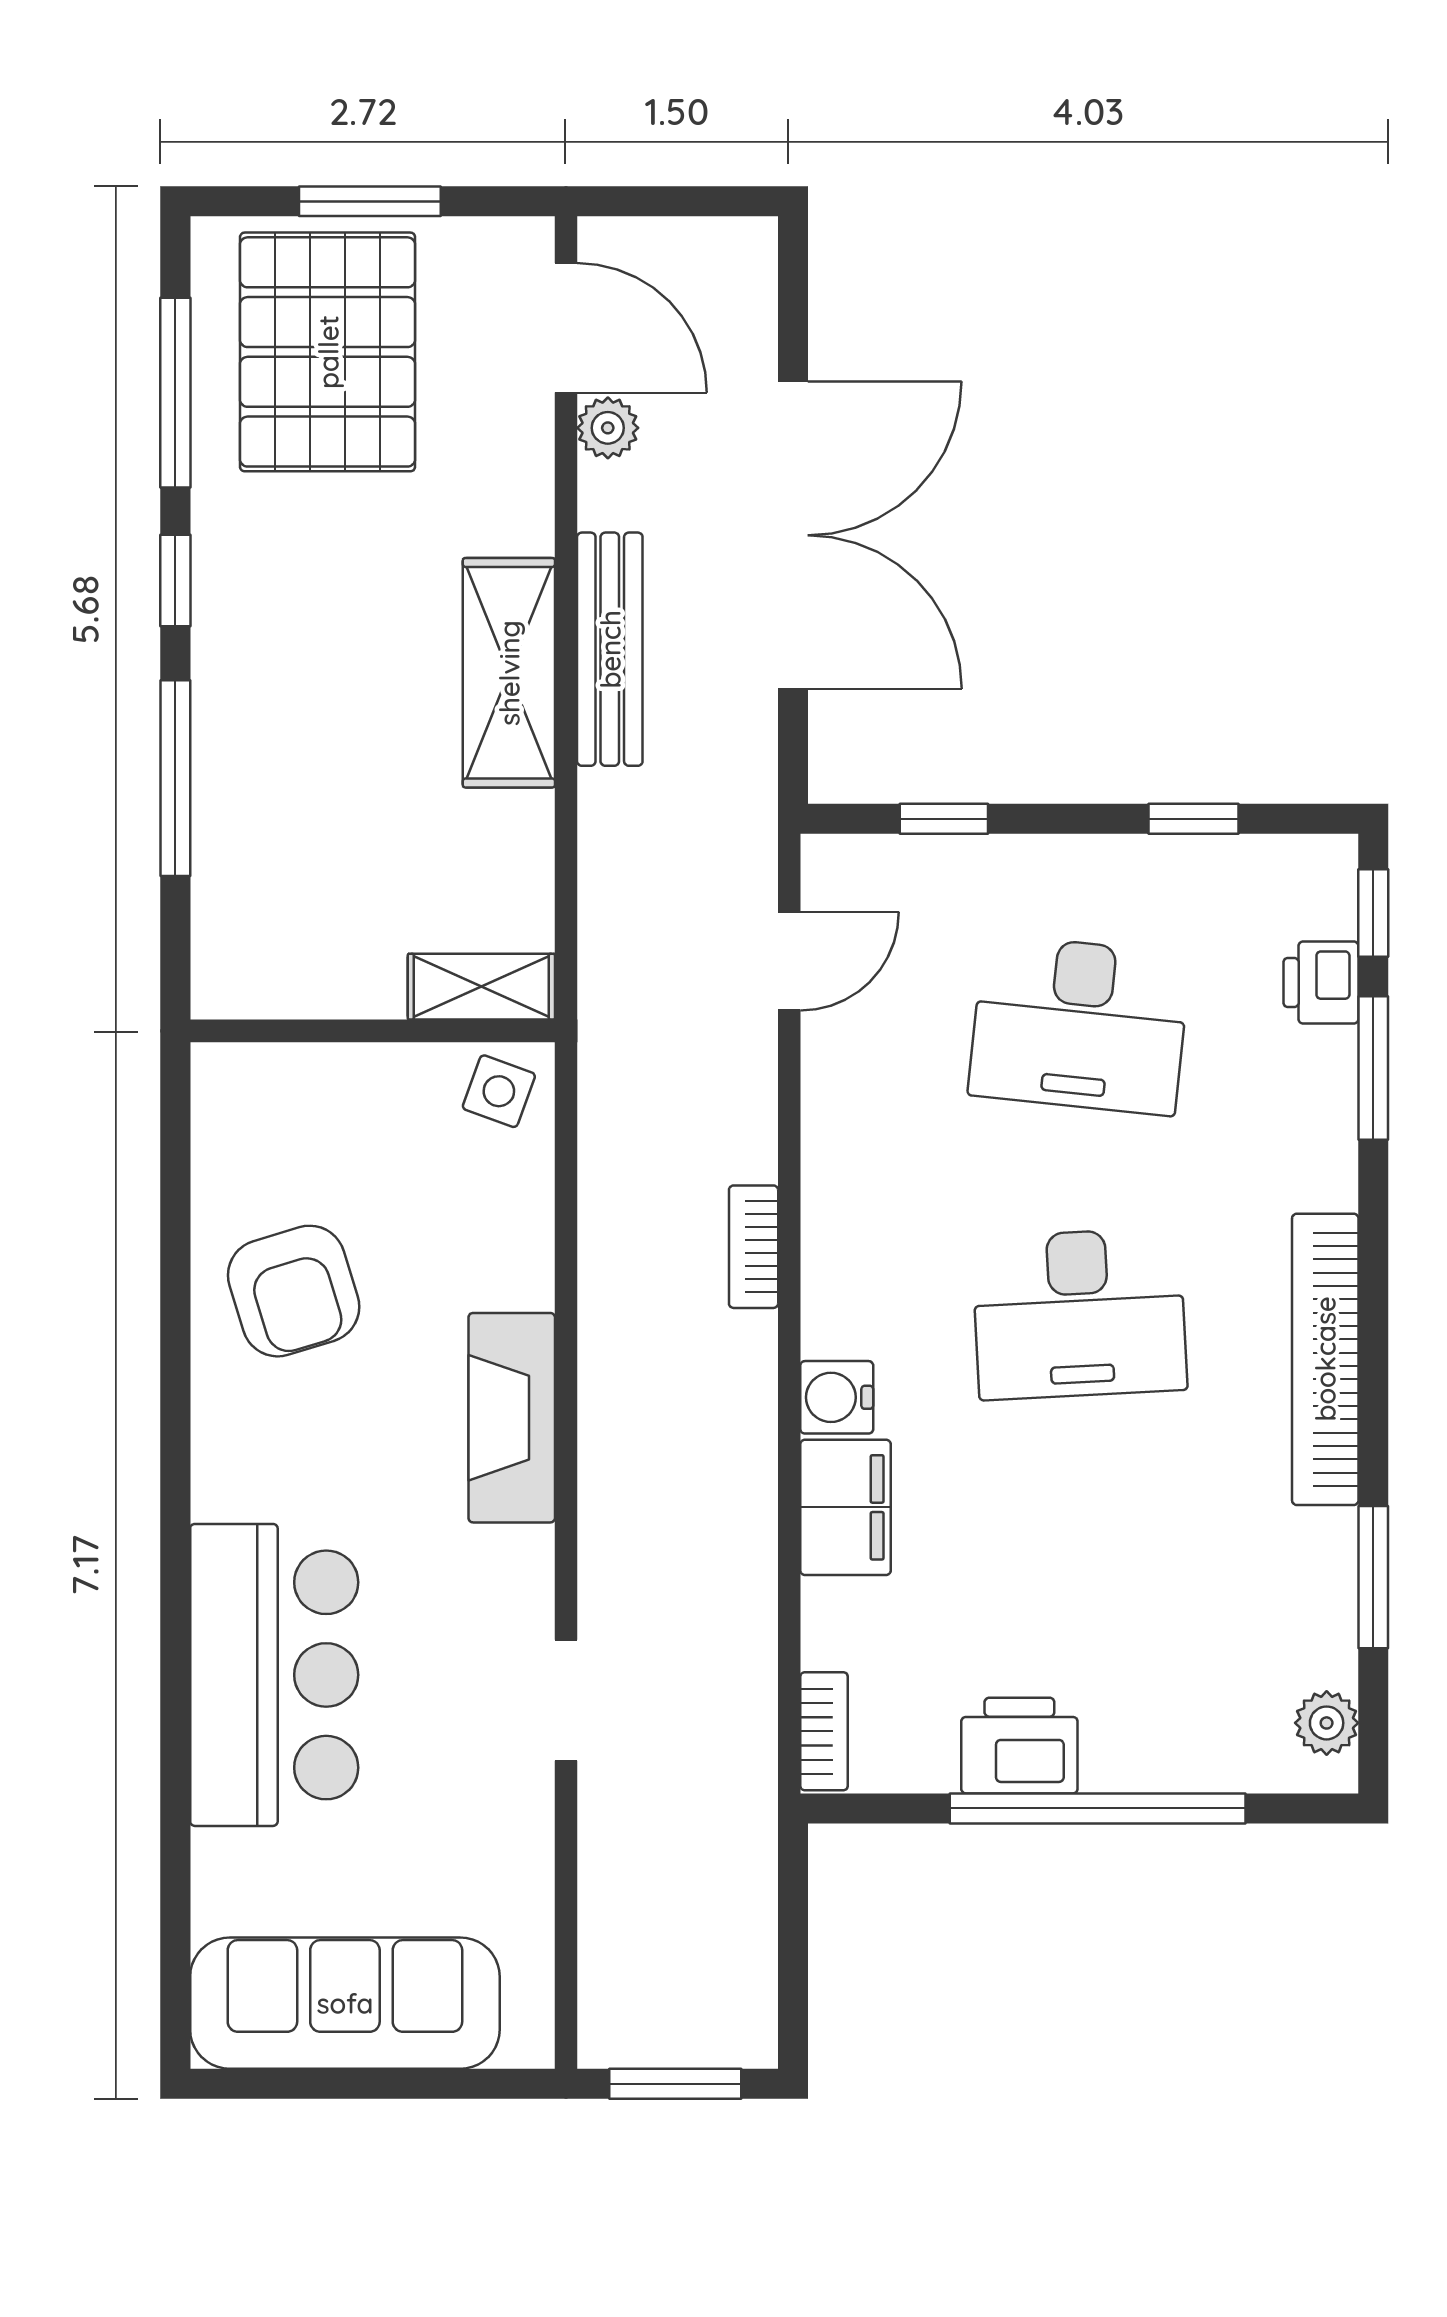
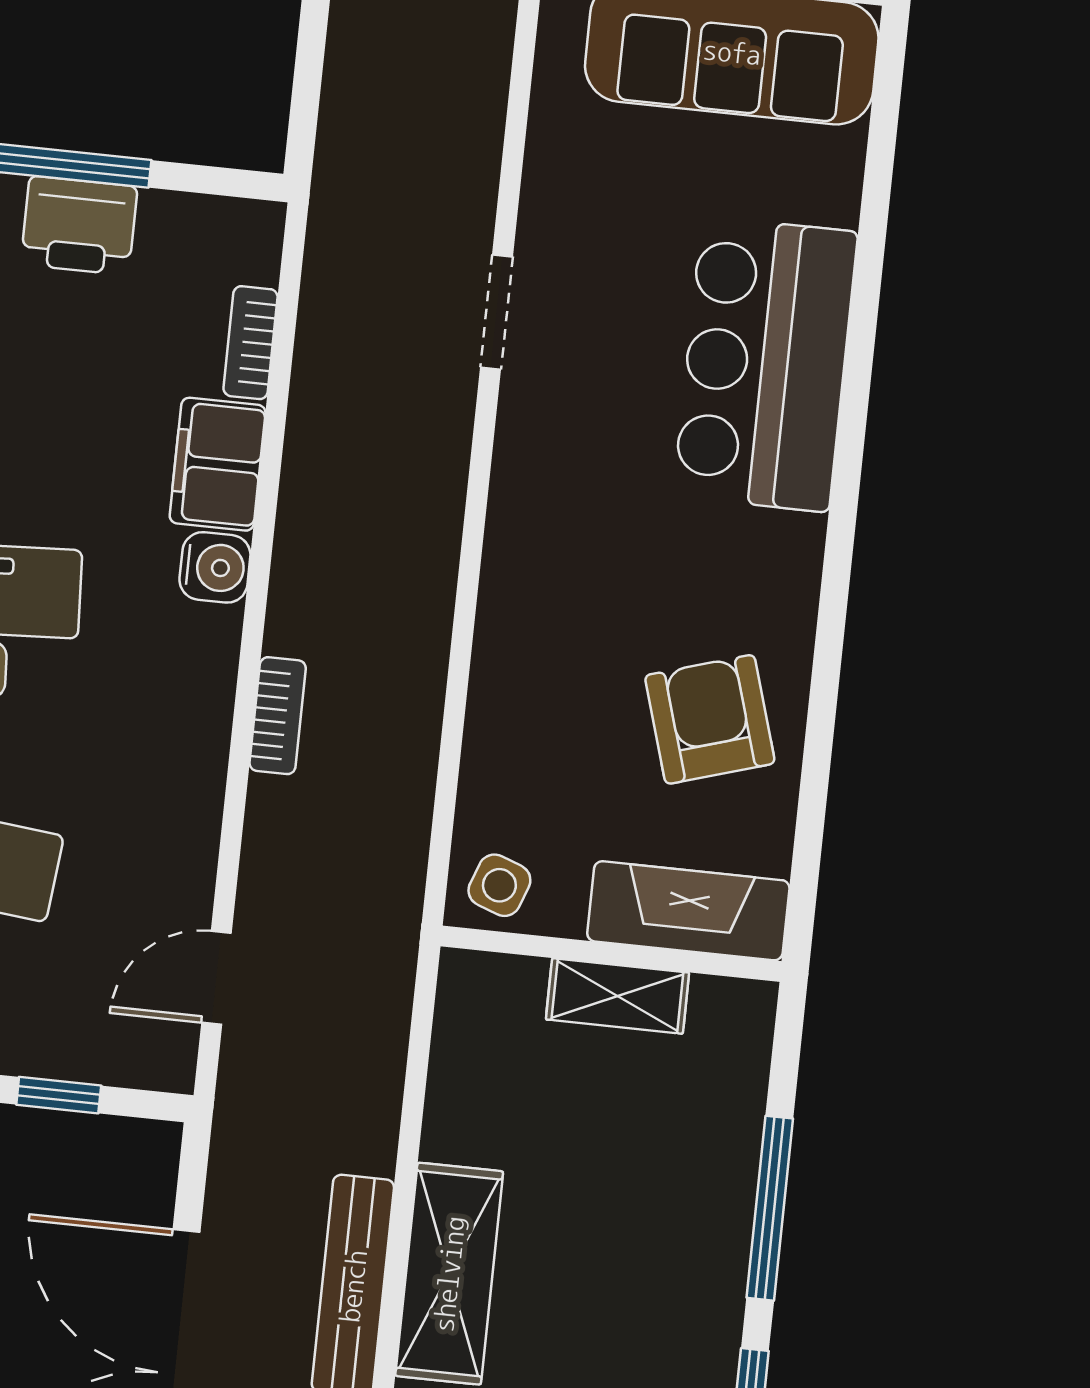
shelving: (481, 987) -> (617, 996), moved
fireplace: (512, 1418) -> (688, 911), moved, turned -90
bookcase: (824, 1731) -> (251, 343), moved

